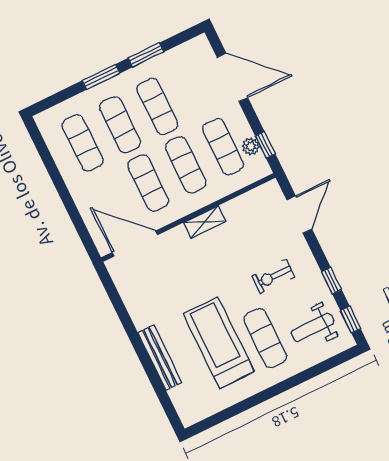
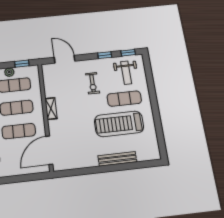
plant: (251, 146) -> (9, 72), moved

